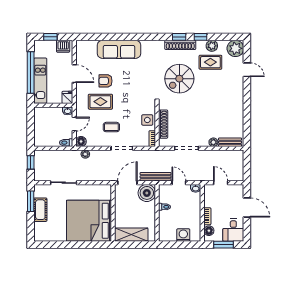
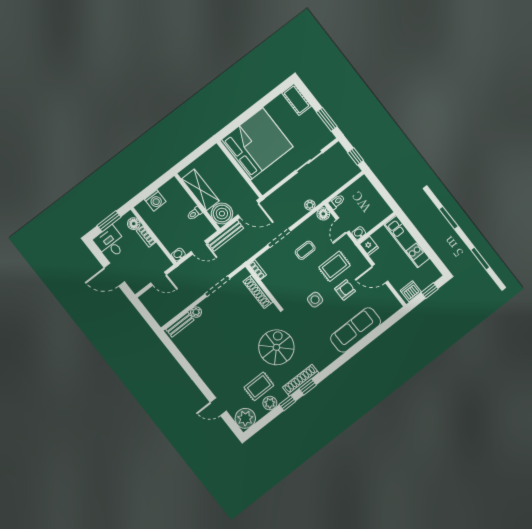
window: (31, 73) -> (422, 242), removed
side table: (147, 120) -> (315, 300), moved
door: (127, 183) -> (248, 209), hinge flipped
cot: (40, 210) -> (297, 99), moved
shelving: (131, 235) -> (200, 190), moved, turned 90

